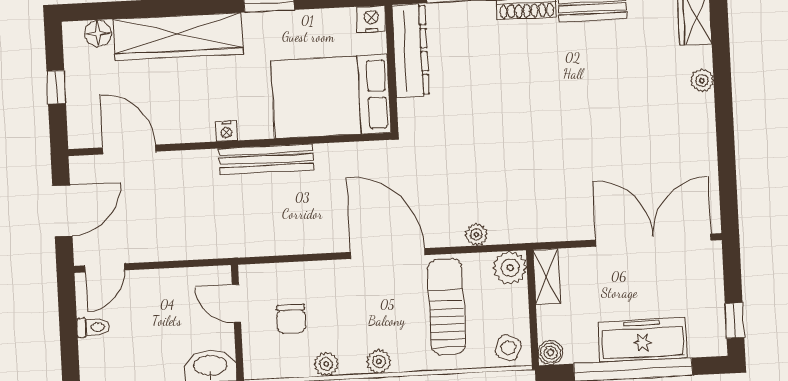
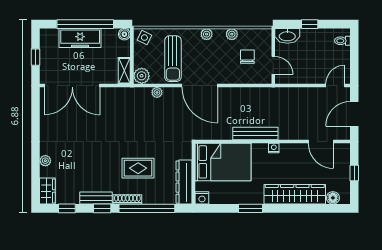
rug: (508, 75) -> (138, 168), added
window: (735, 320) -> (36, 57), moved
toilet: (93, 327) -> (342, 41), moved

